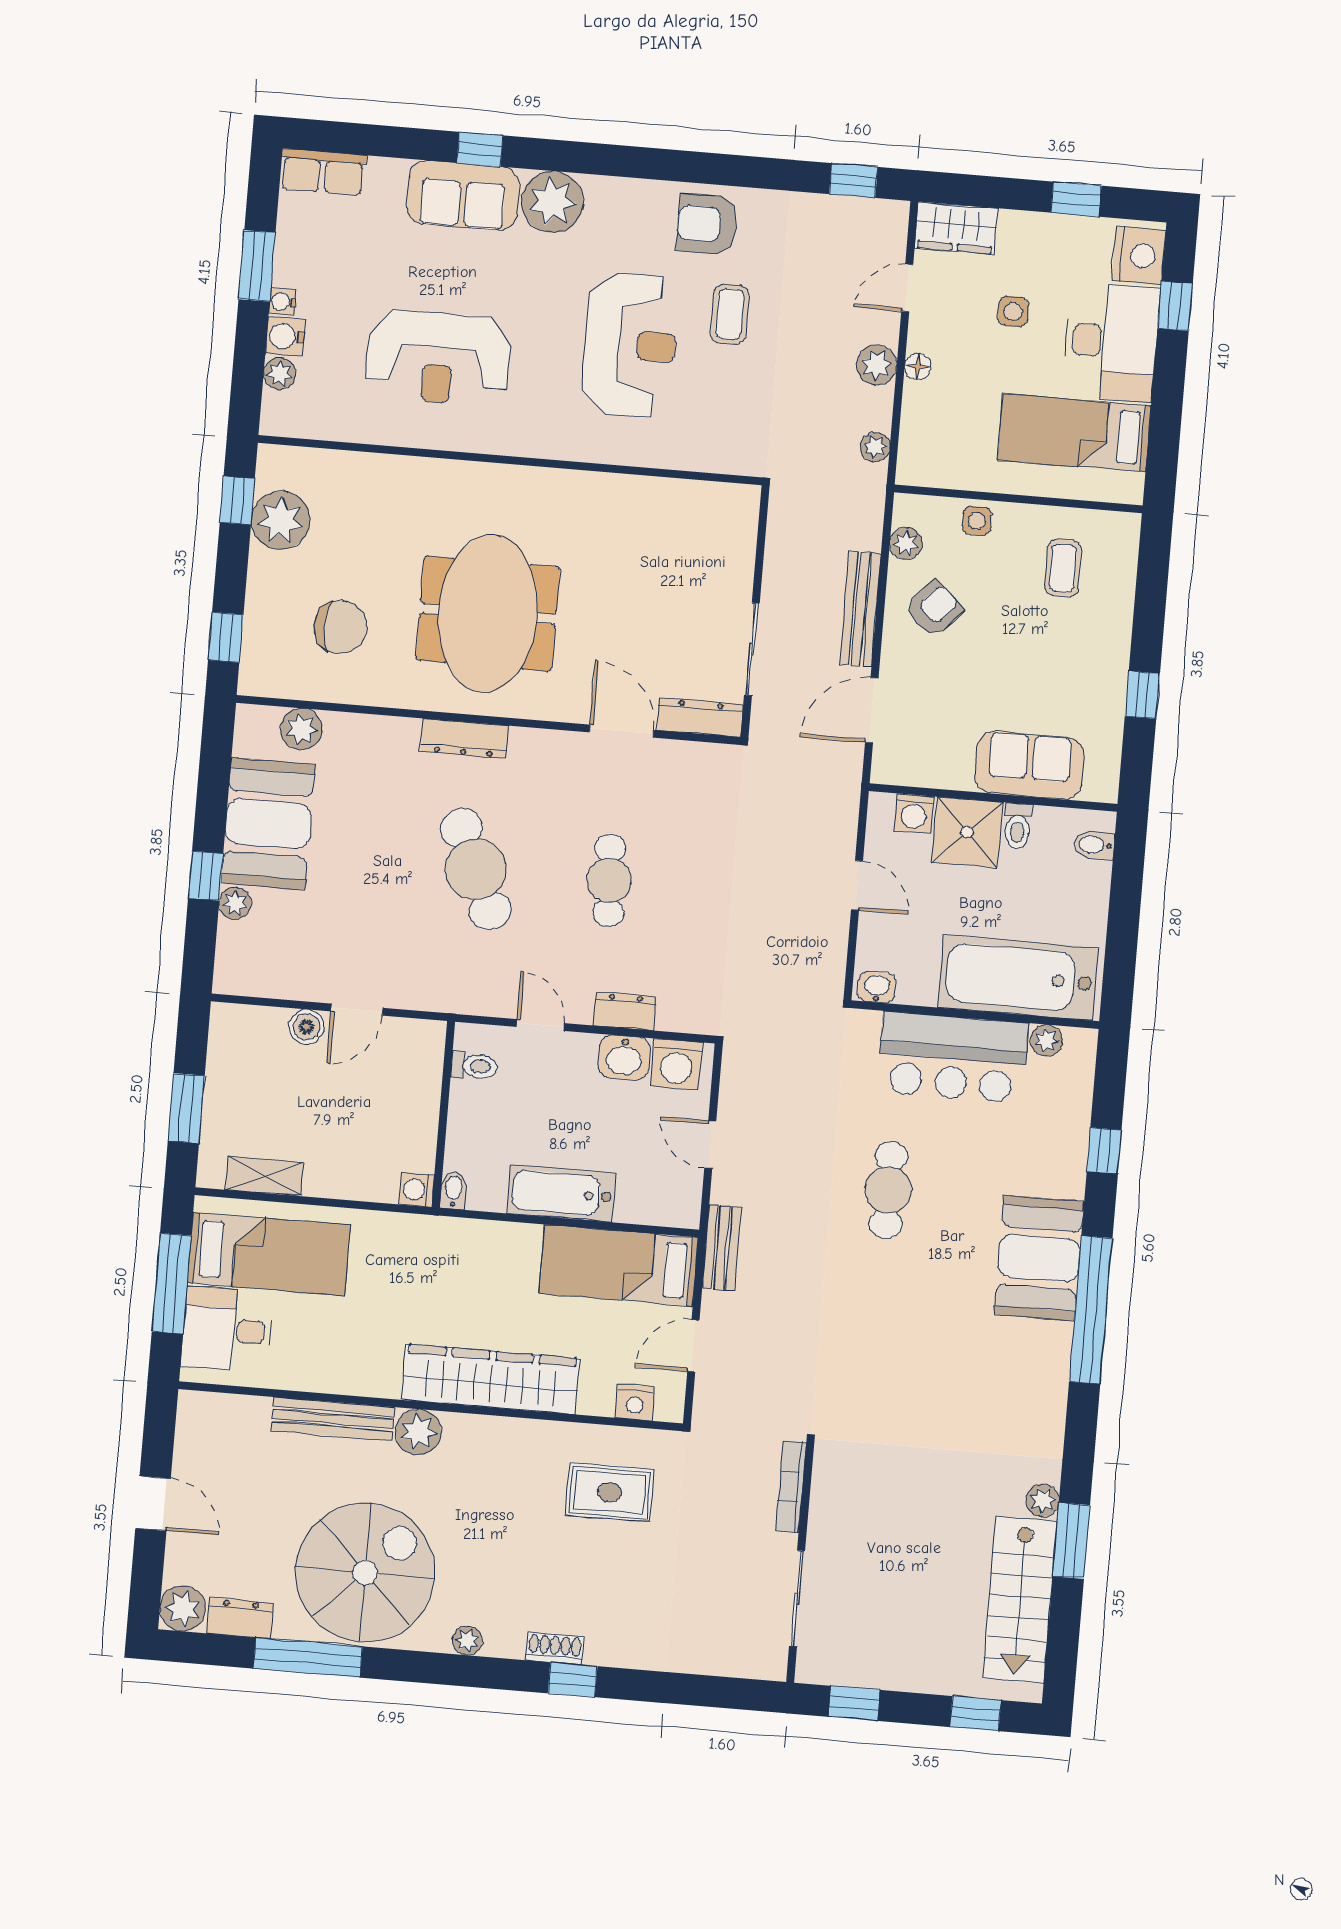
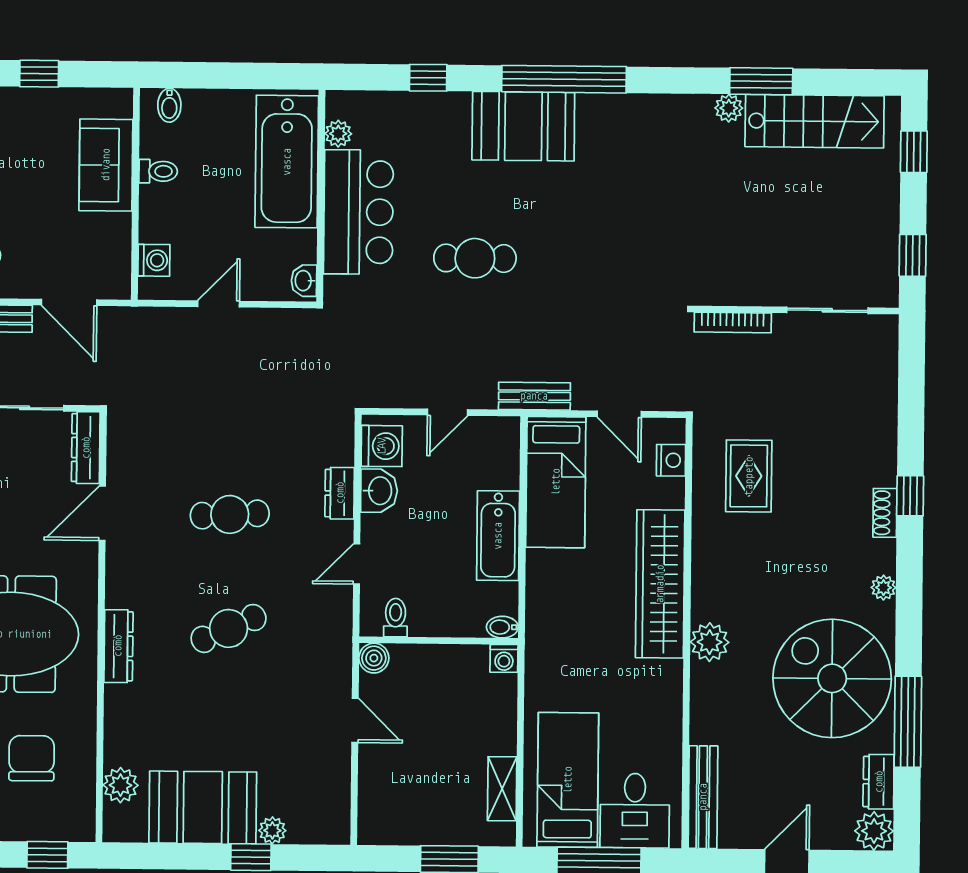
shower: (967, 832) -> (167, 214), removed
cafe table: (476, 869) -> (229, 628), width x0.73, depth x0.74
boiler: (307, 1027) -> (374, 658), moved
bench: (333, 1419) -> (703, 797), moved

